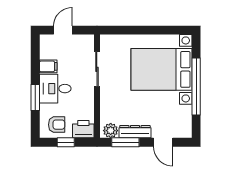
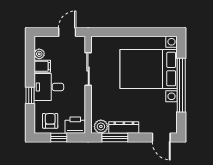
door: (63, 30) -> (67, 32), moved
plant: (45, 53) -> (39, 54), added
window: (35, 97) -> (30, 95), width x0.67
armchair: (57, 125) -> (50, 121), turned -90
door: (163, 142) -> (161, 137), moved

